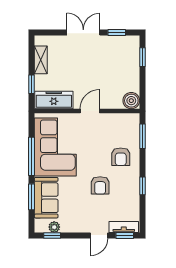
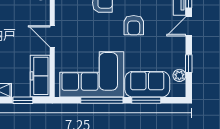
armchair: (100, 185) -> (134, 25), turned 90
window: (52, 236) -> (189, 64), moved
door: (99, 236) -> (189, 26), swing flipped

